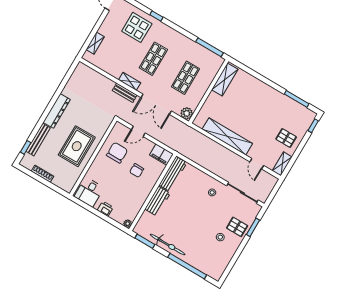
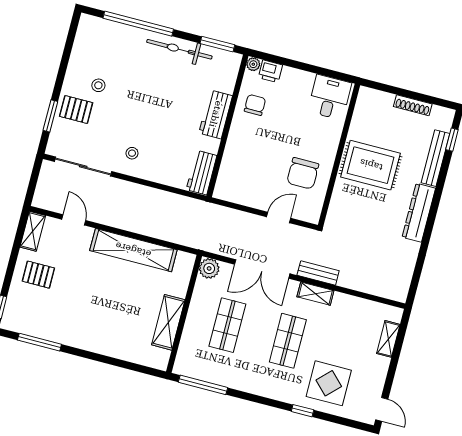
shelving: (225, 80) -> (168, 322), moved
double door: (156, 104) -> (262, 269), swing flipped
rug: (77, 146) -> (371, 165), turned 90
filing cabinet: (161, 155) -> (231, 191), removed
chair: (137, 170) -> (255, 105), moved
workbench: (173, 174) -> (202, 173), width x0.73
printer: (105, 209) -> (270, 71), moved

